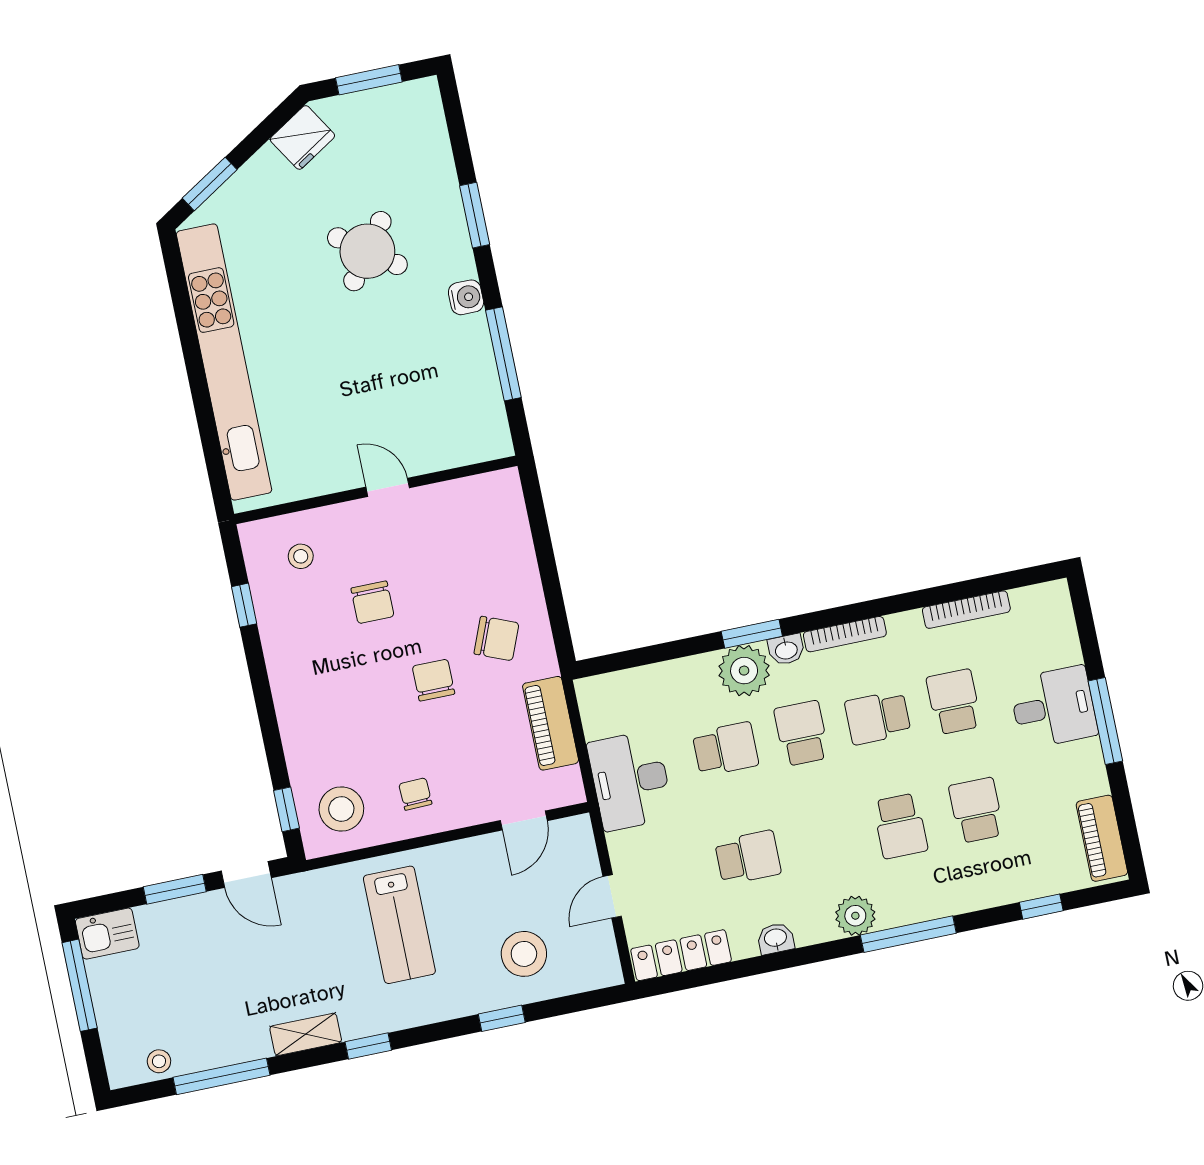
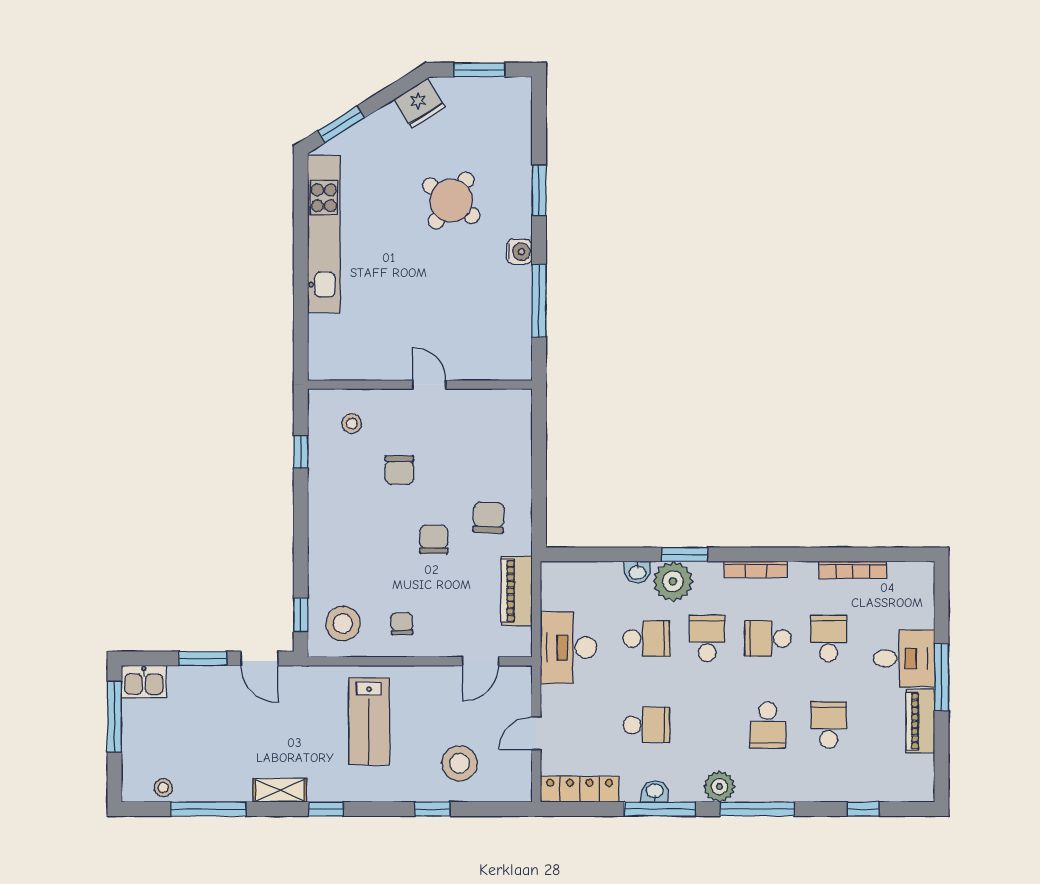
kitchen unit: (224, 362) -> (324, 234), width x0.73
chair: (496, 638) -> (489, 517), turned -109
washbasin: (786, 650) -> (637, 572), moved
piano: (1102, 838) -> (920, 721), moved
window: (787, 959) -> (660, 809), added

